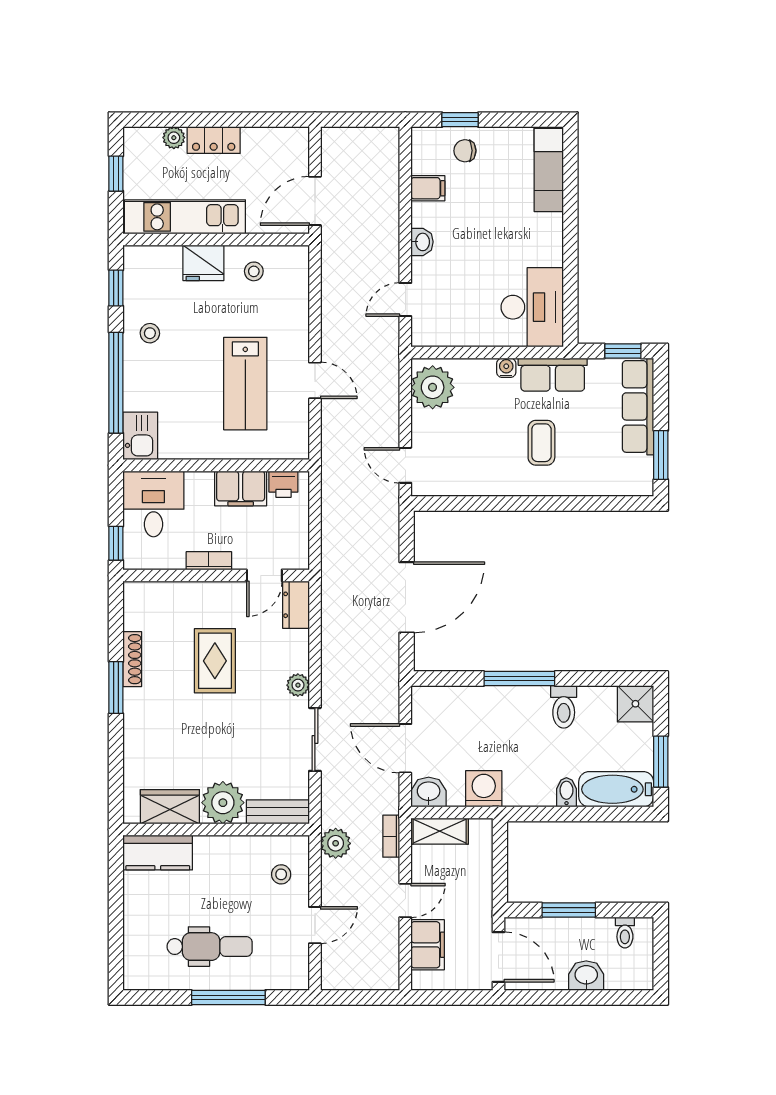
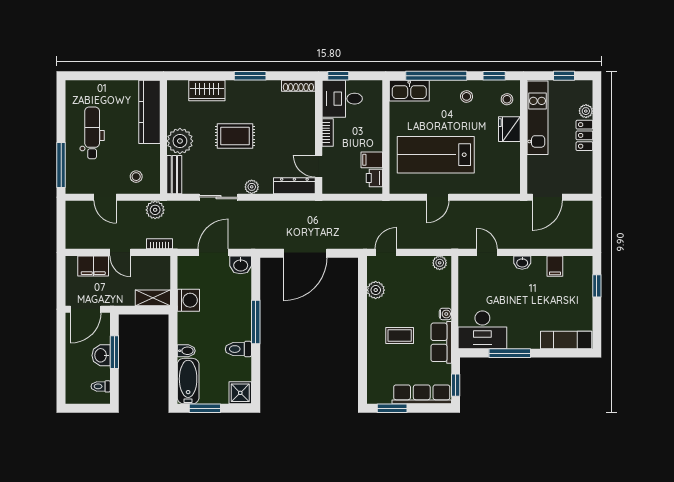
chair: (465, 151) -> (578, 289), removed
door: (315, 201) -> (547, 197), swing flipped
window: (570, 262) -> (510, 353), added
stool: (254, 271) -> (507, 99), moved
lab bench: (245, 384) -> (436, 155), width x1.36, depth x1.39
plant: (433, 387) -> (440, 263), width x0.53, depth x0.53
kitchen sink: (140, 436) -> (409, 91), width x1.38
plant: (467, 482) -> (376, 290), added
filing cabinet: (241, 488) -> (372, 160), width x0.50
desk: (153, 504) -> (342, 99), moved, turned 180
door: (407, 597) -> (305, 253), hinge flipped
dresser: (296, 605) -> (294, 186), width x1.44
shoe rack: (132, 659) -> (298, 86), moved
rug: (215, 661) -> (235, 136), moved
washbasin: (429, 792) -> (241, 265), moved, turned 90
wardrobe: (170, 807) -> (207, 90), moved, turned 90
shelving: (440, 831) -> (153, 298), moved, turned 90
kitchen counter: (158, 853) -> (149, 112), width x1.50
dental chair: (210, 947) -> (92, 133), turned 180
washbasin: (586, 976) -> (101, 355), moved, turned 180
window: (228, 997) -> (61, 165), moved

